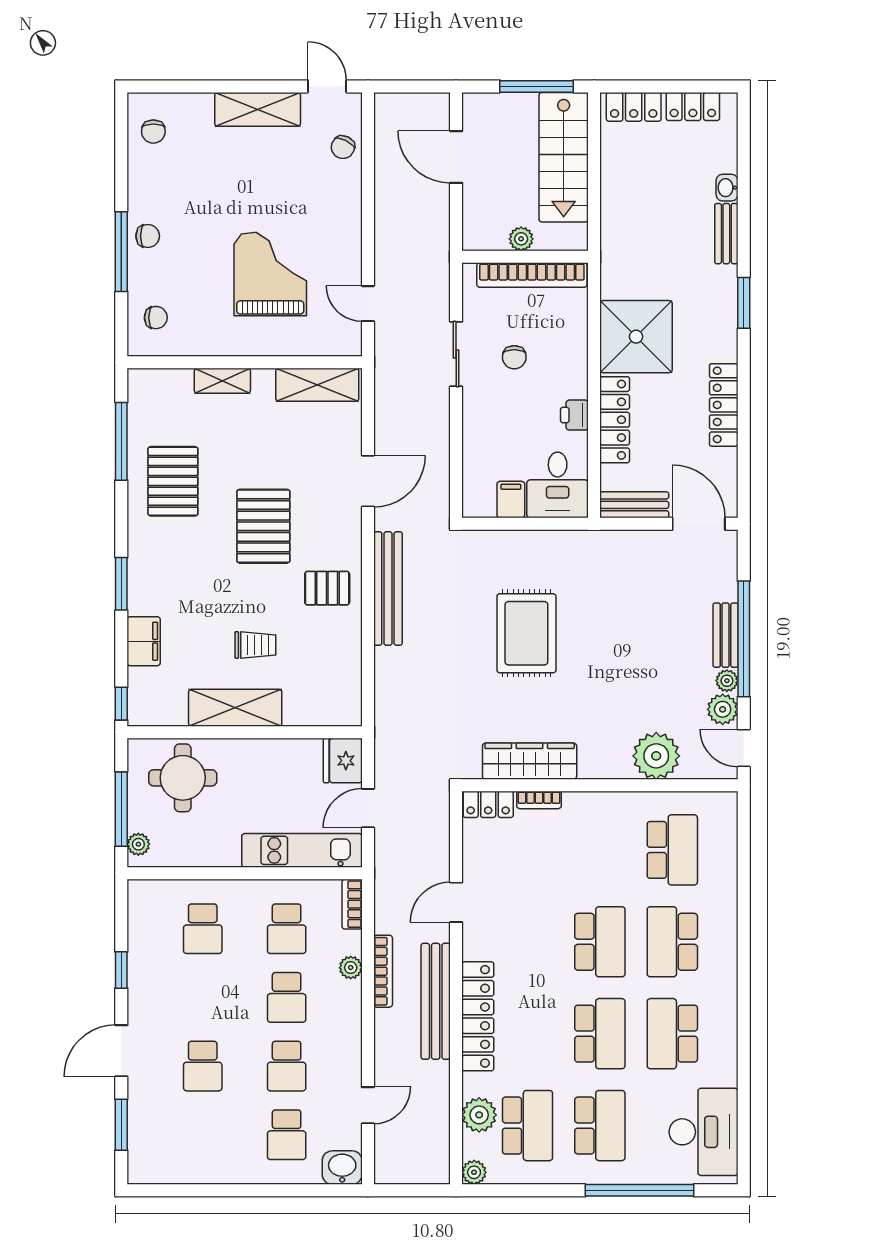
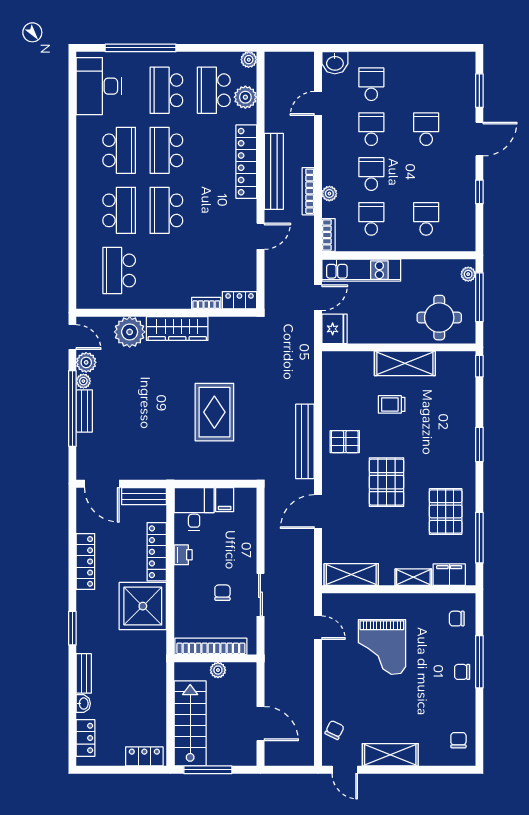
locker: (693, 106) -> (85, 738), moved, turned 90
filing cabinet: (144, 641) -> (449, 575), moved, turned 90
wardrobe: (530, 761) -> (177, 329), moved

